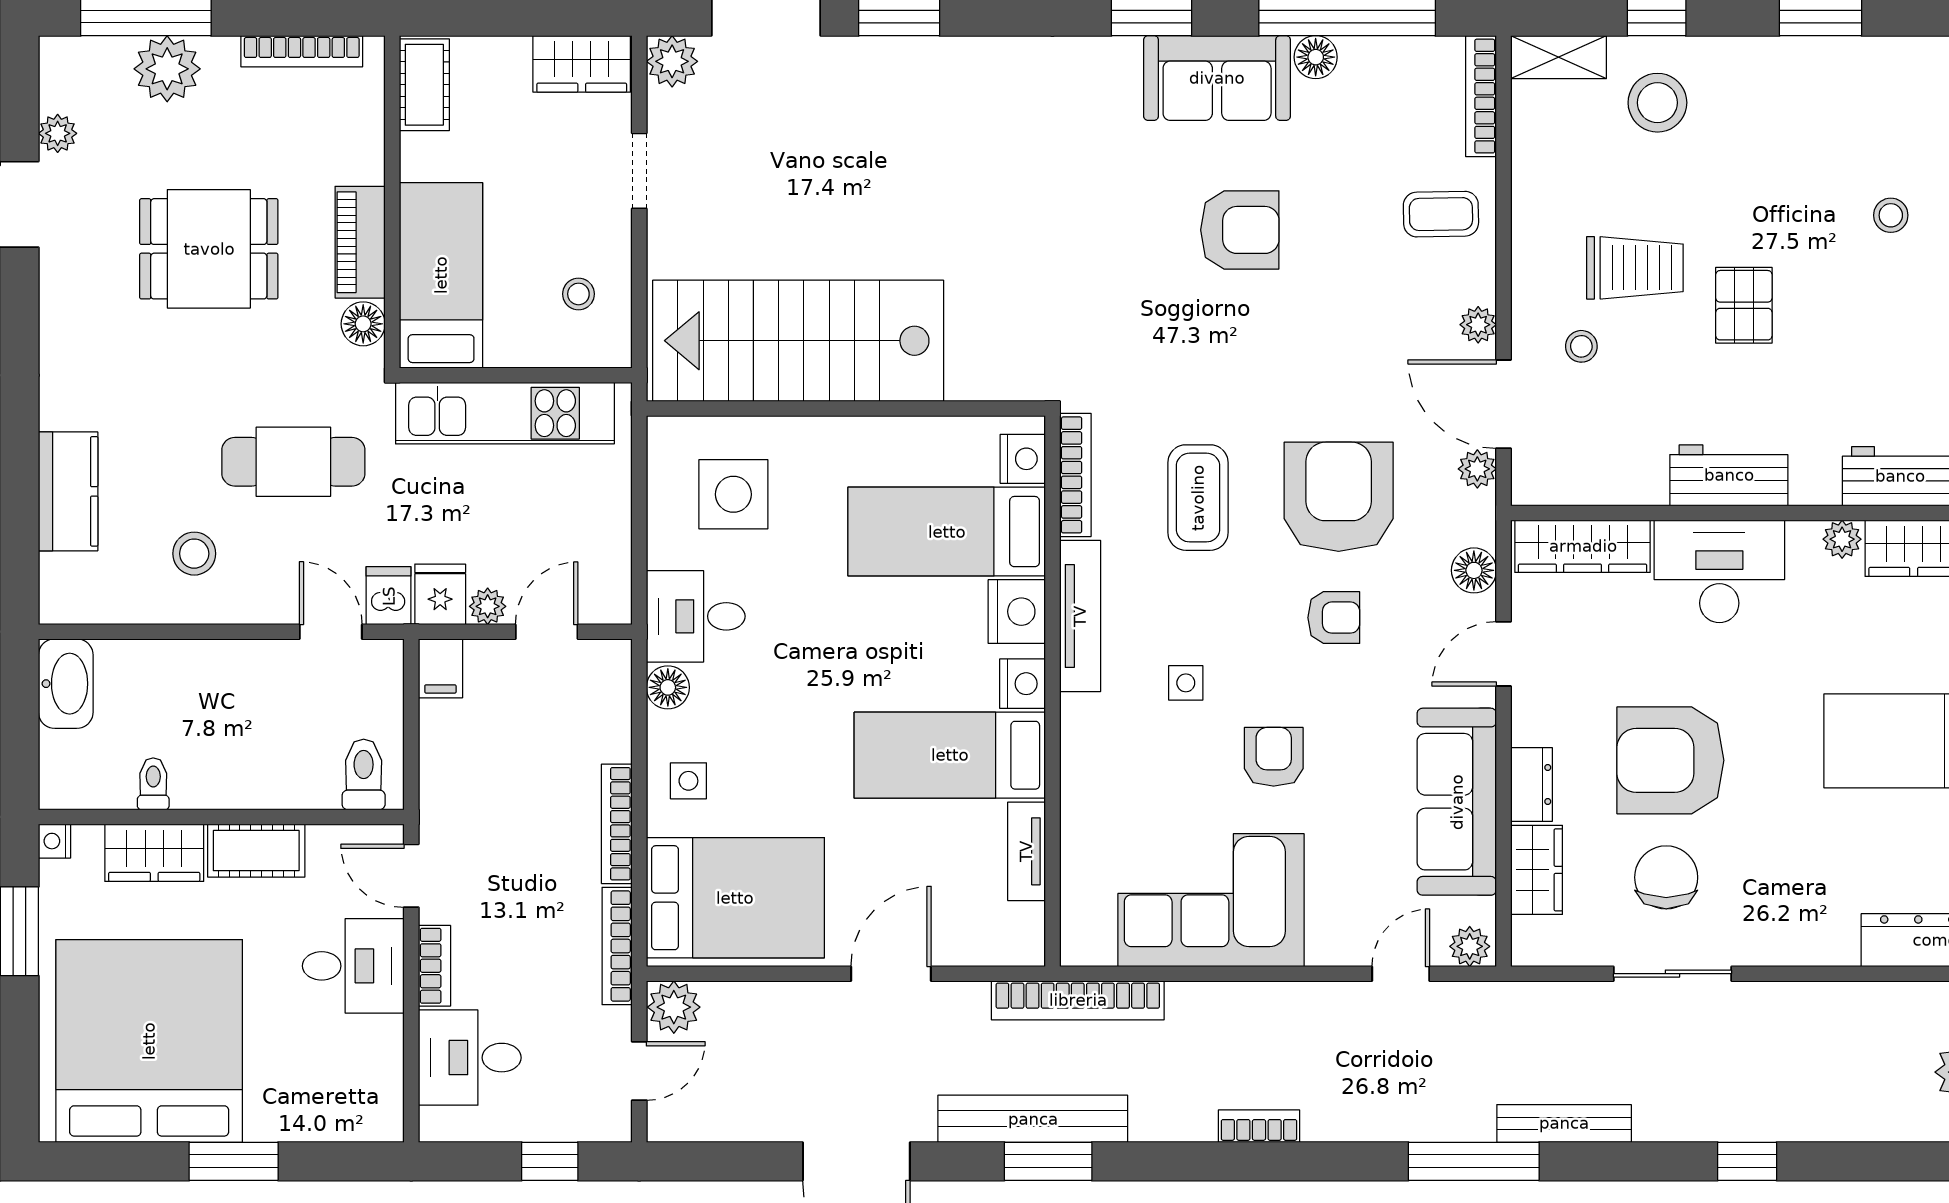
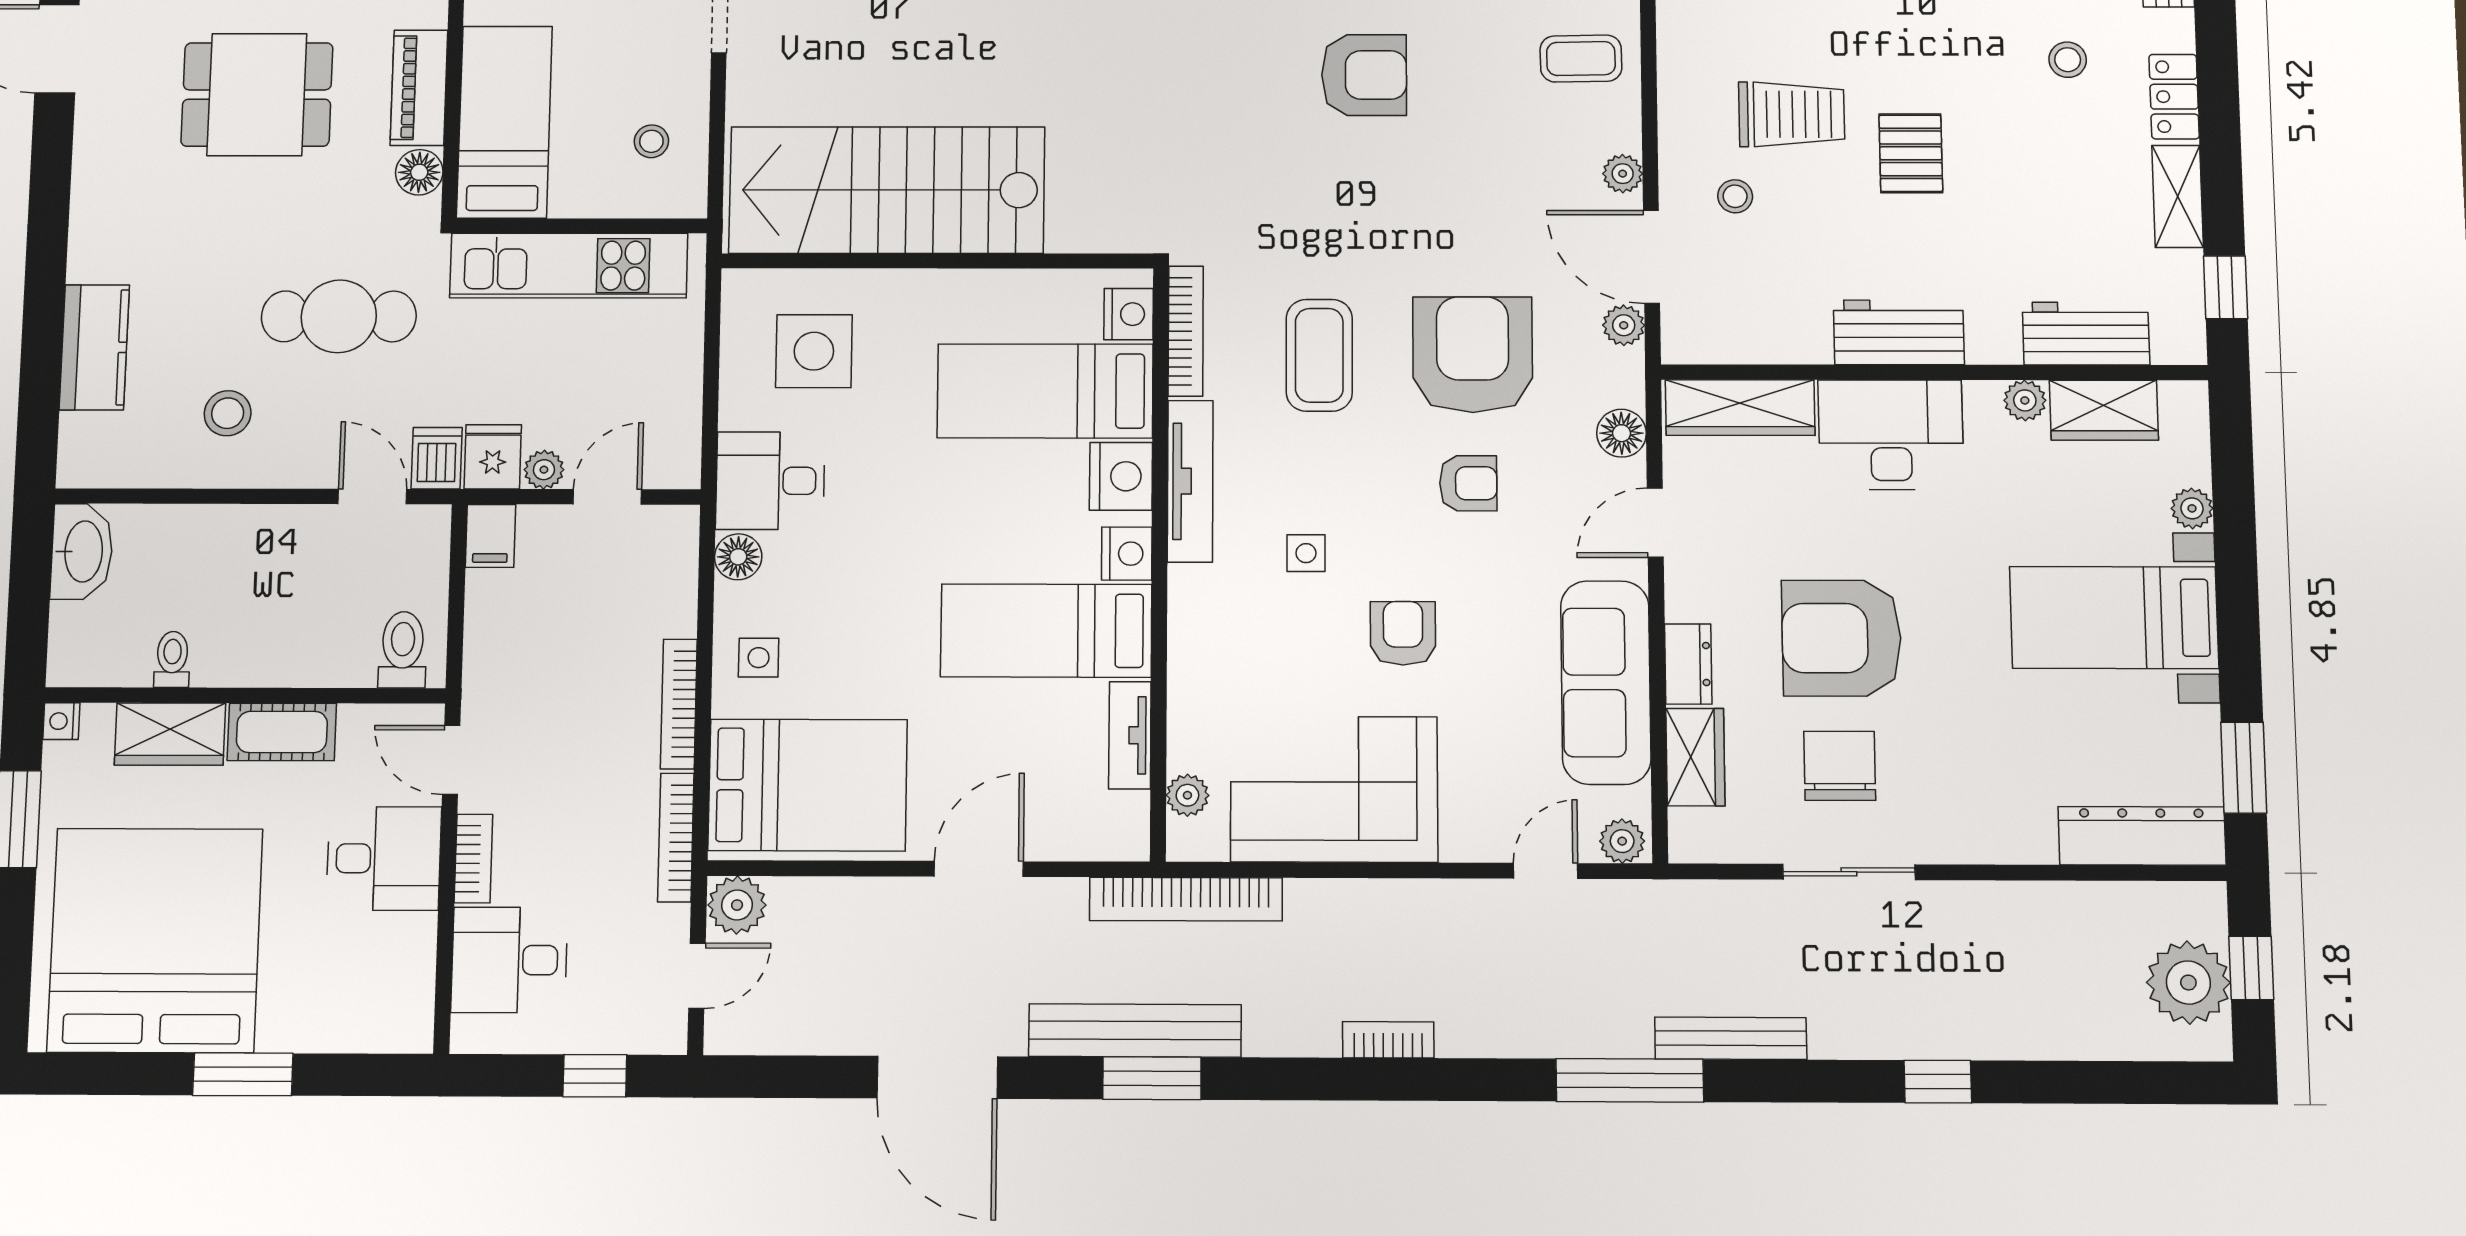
plant: (1079, 906) -> (1187, 795), added

